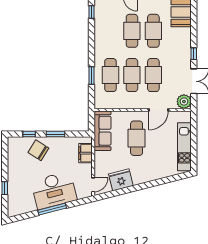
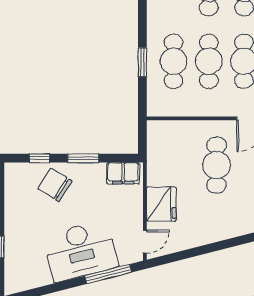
sofa: (103, 131) -> (160, 153), removed
filing cabinet: (85, 153) -> (123, 173), moved, turned -90
fridge: (121, 180) -> (161, 204), moved, turned 104
window: (52, 209) -> (108, 274), moved

